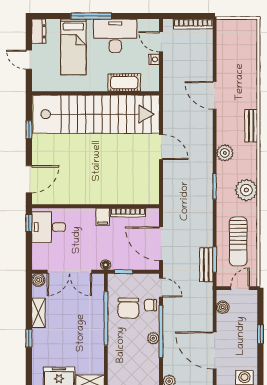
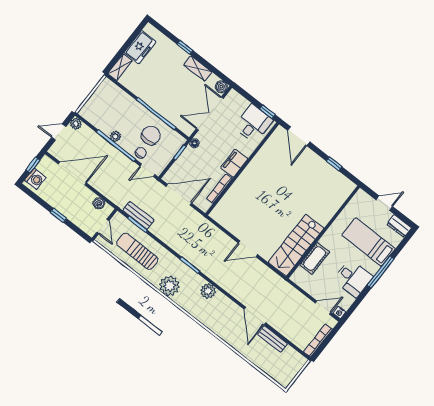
desk: (115, 36) -> (353, 278), width x0.73
nightstand: (154, 59) -> (339, 312), moved
door: (215, 95) -> (255, 316), swing flipped
stairs: (96, 114) -> (296, 245), width x0.54, depth x0.66
bench: (251, 126) -> (272, 339), moved
filing cabinet: (103, 217) -> (234, 163), width x2.00
chair: (128, 308) -> (151, 135), turned 90

